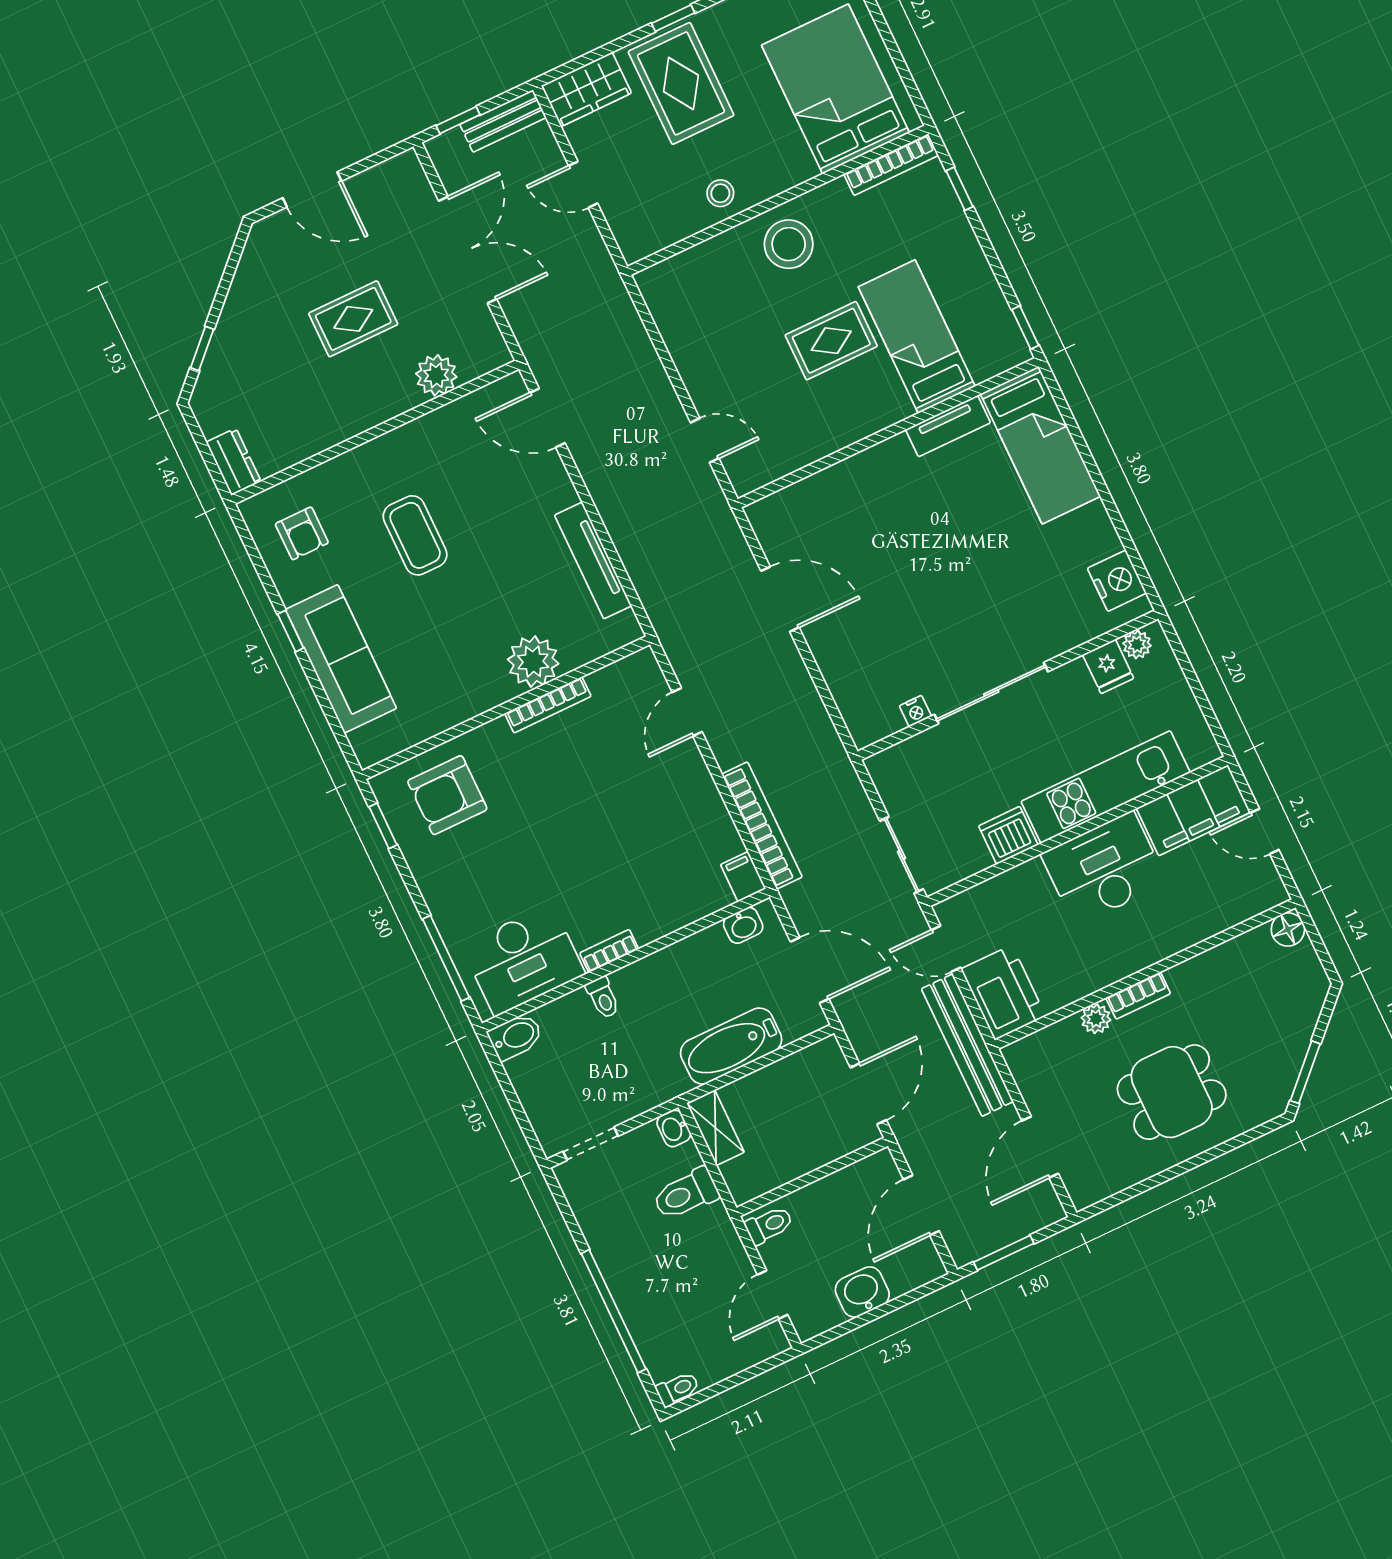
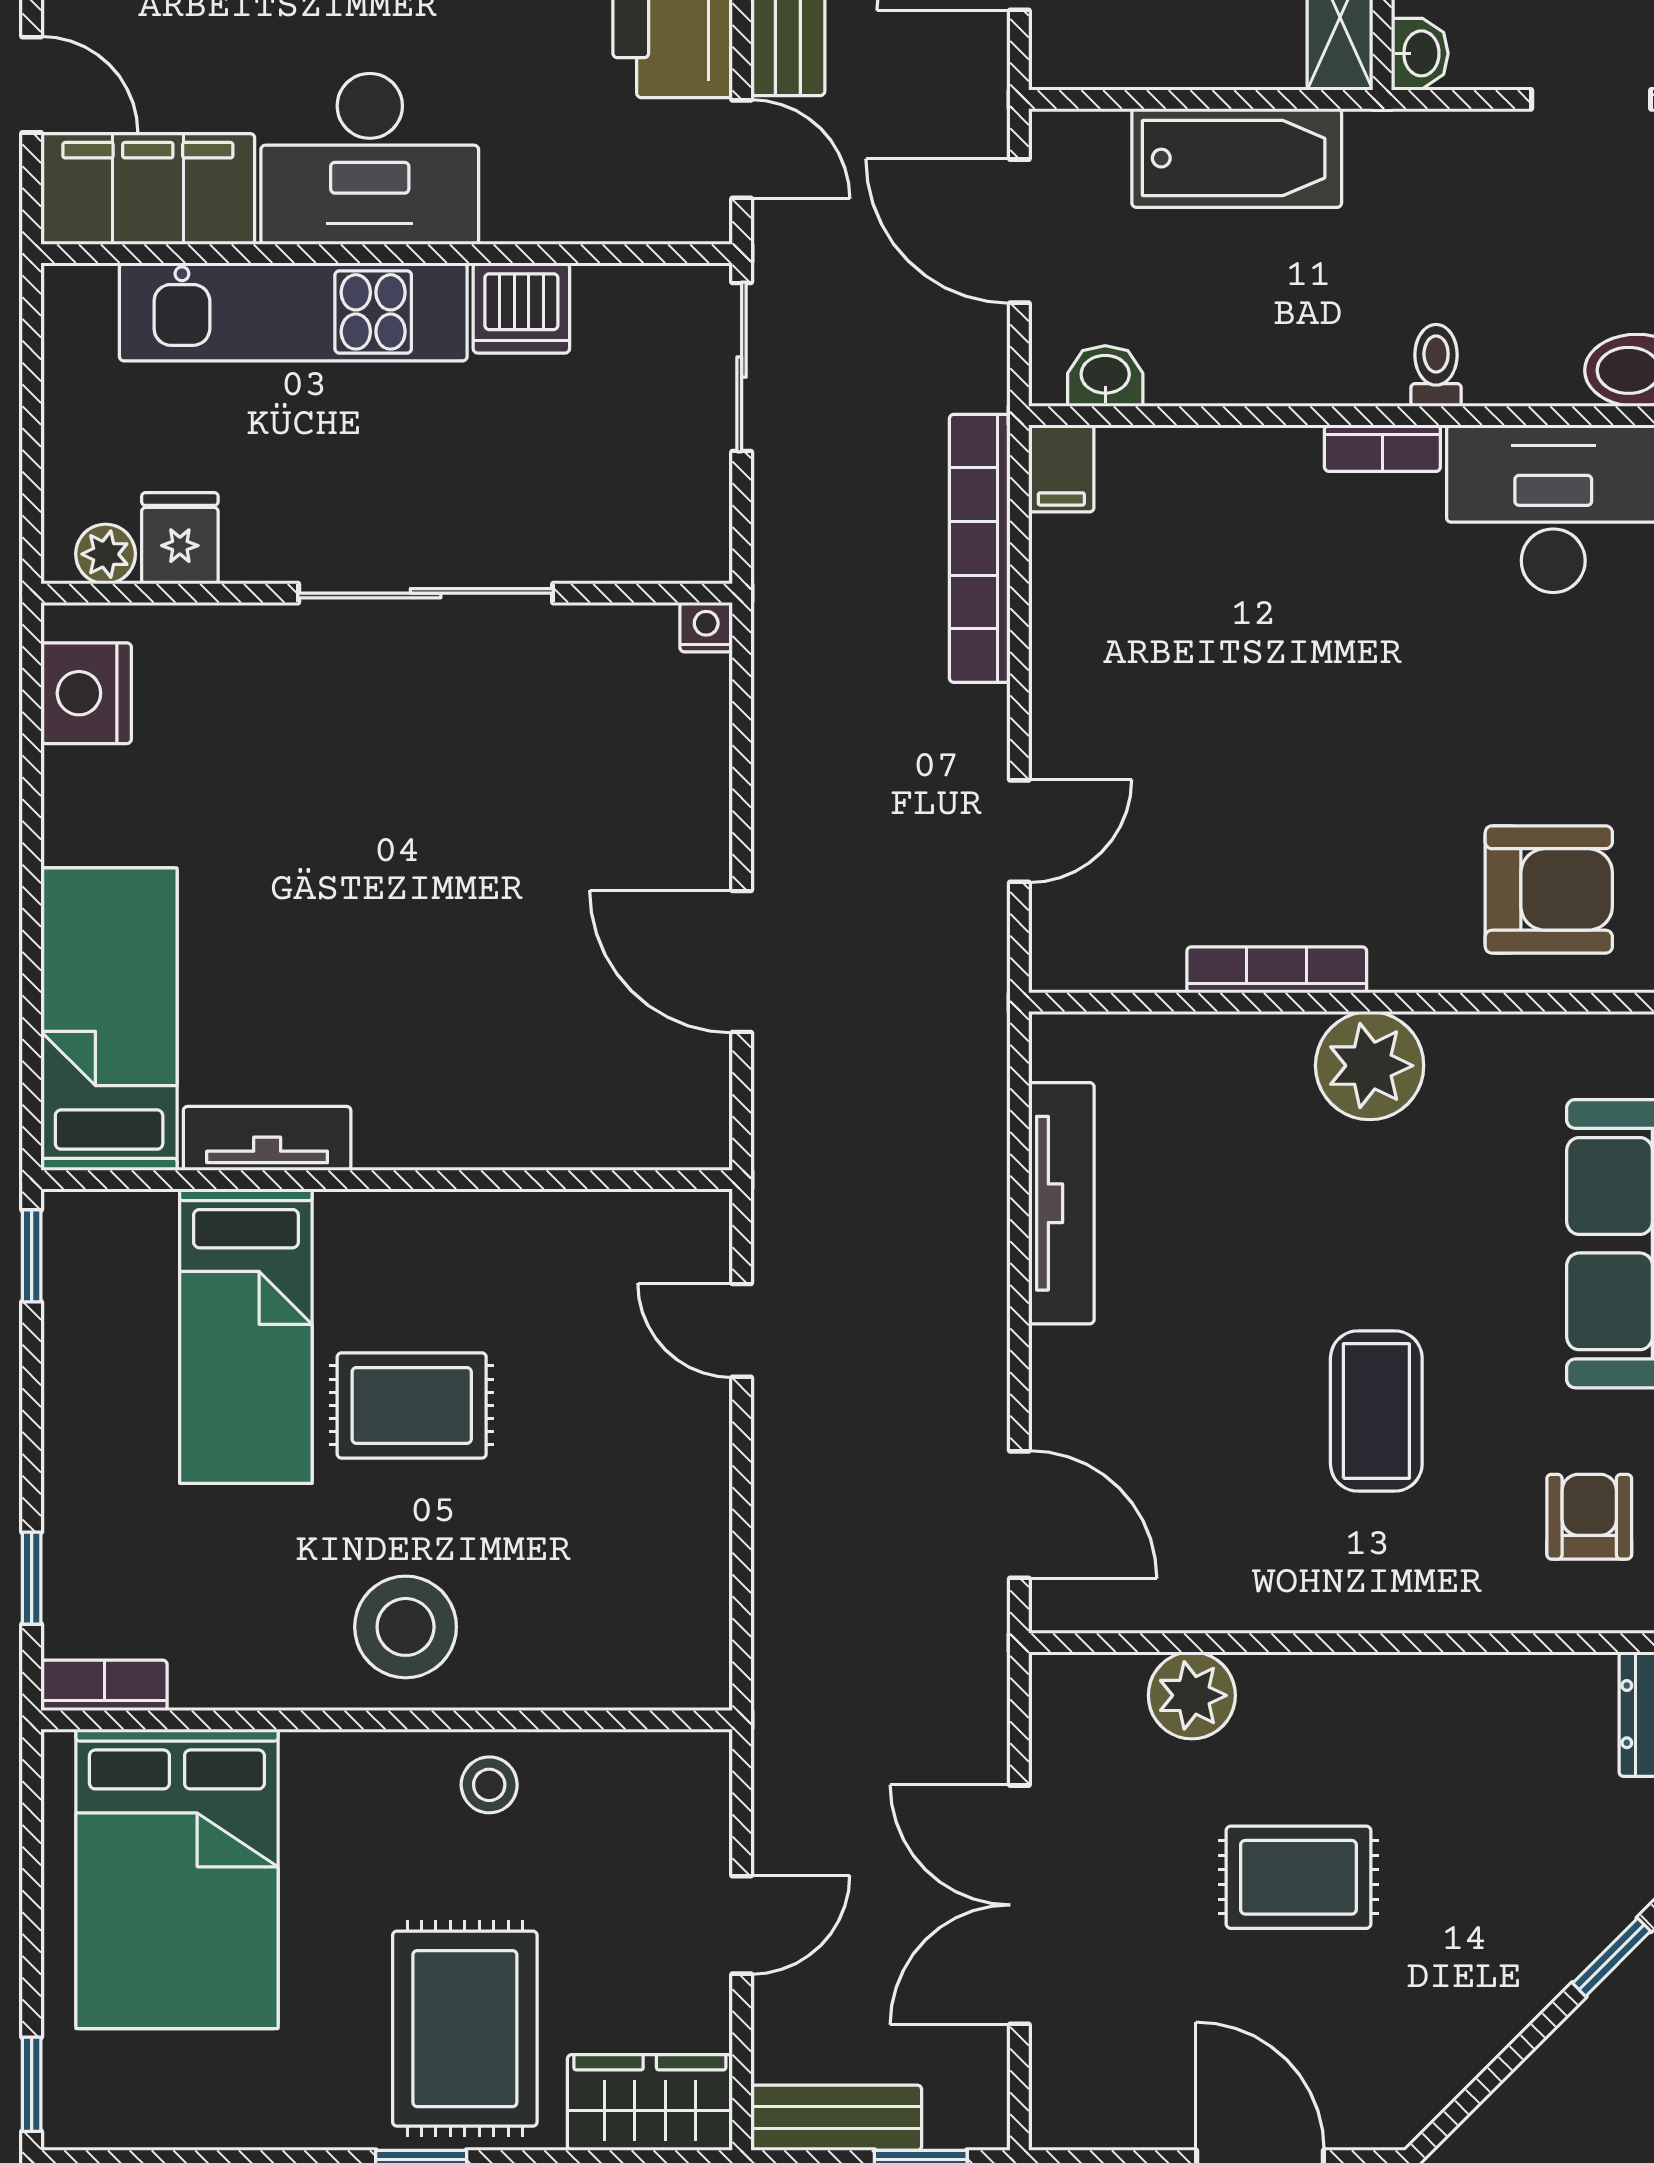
bookcase: (891, 165) -> (104, 1685), width x0.64
door: (583, 185) -> (742, 1925), hinge flipped
plant: (533, 662) -> (1370, 1066), moved
nightstand: (915, 711) -> (706, 627), moved

